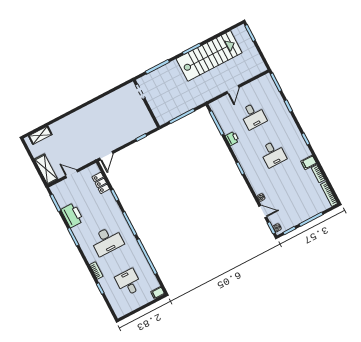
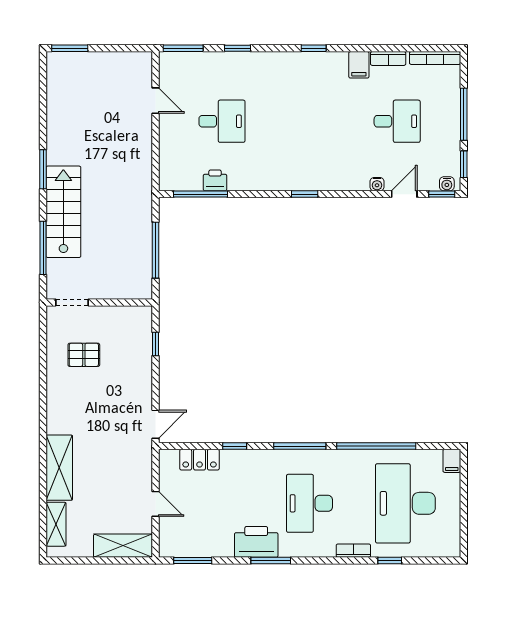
stairs: (209, 56) -> (63, 212), moved, width x0.73, depth x0.66
door: (233, 89) -> (155, 101), moved
pallet: (120, 109) -> (84, 355), added
shelving: (65, 124) -> (59, 468), added
printer: (232, 138) -> (215, 180), moved
desk: (273, 154) -> (397, 121), moved
door: (106, 156) -> (155, 424), hinge flipped
door: (72, 174) -> (155, 504), swing flipped
printer: (72, 215) -> (256, 542), moved
desk: (107, 241) -> (310, 503), turned 180
desk: (129, 282) -> (405, 503), width x1.87, depth x1.30

